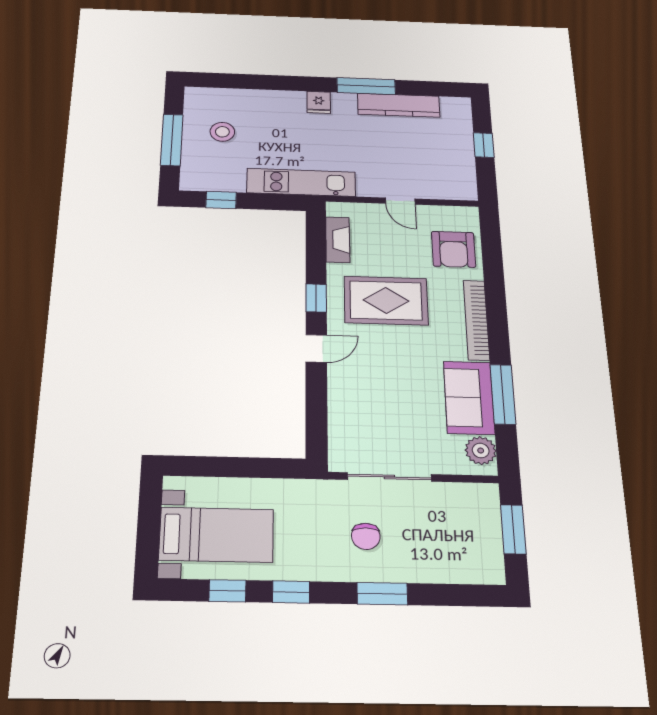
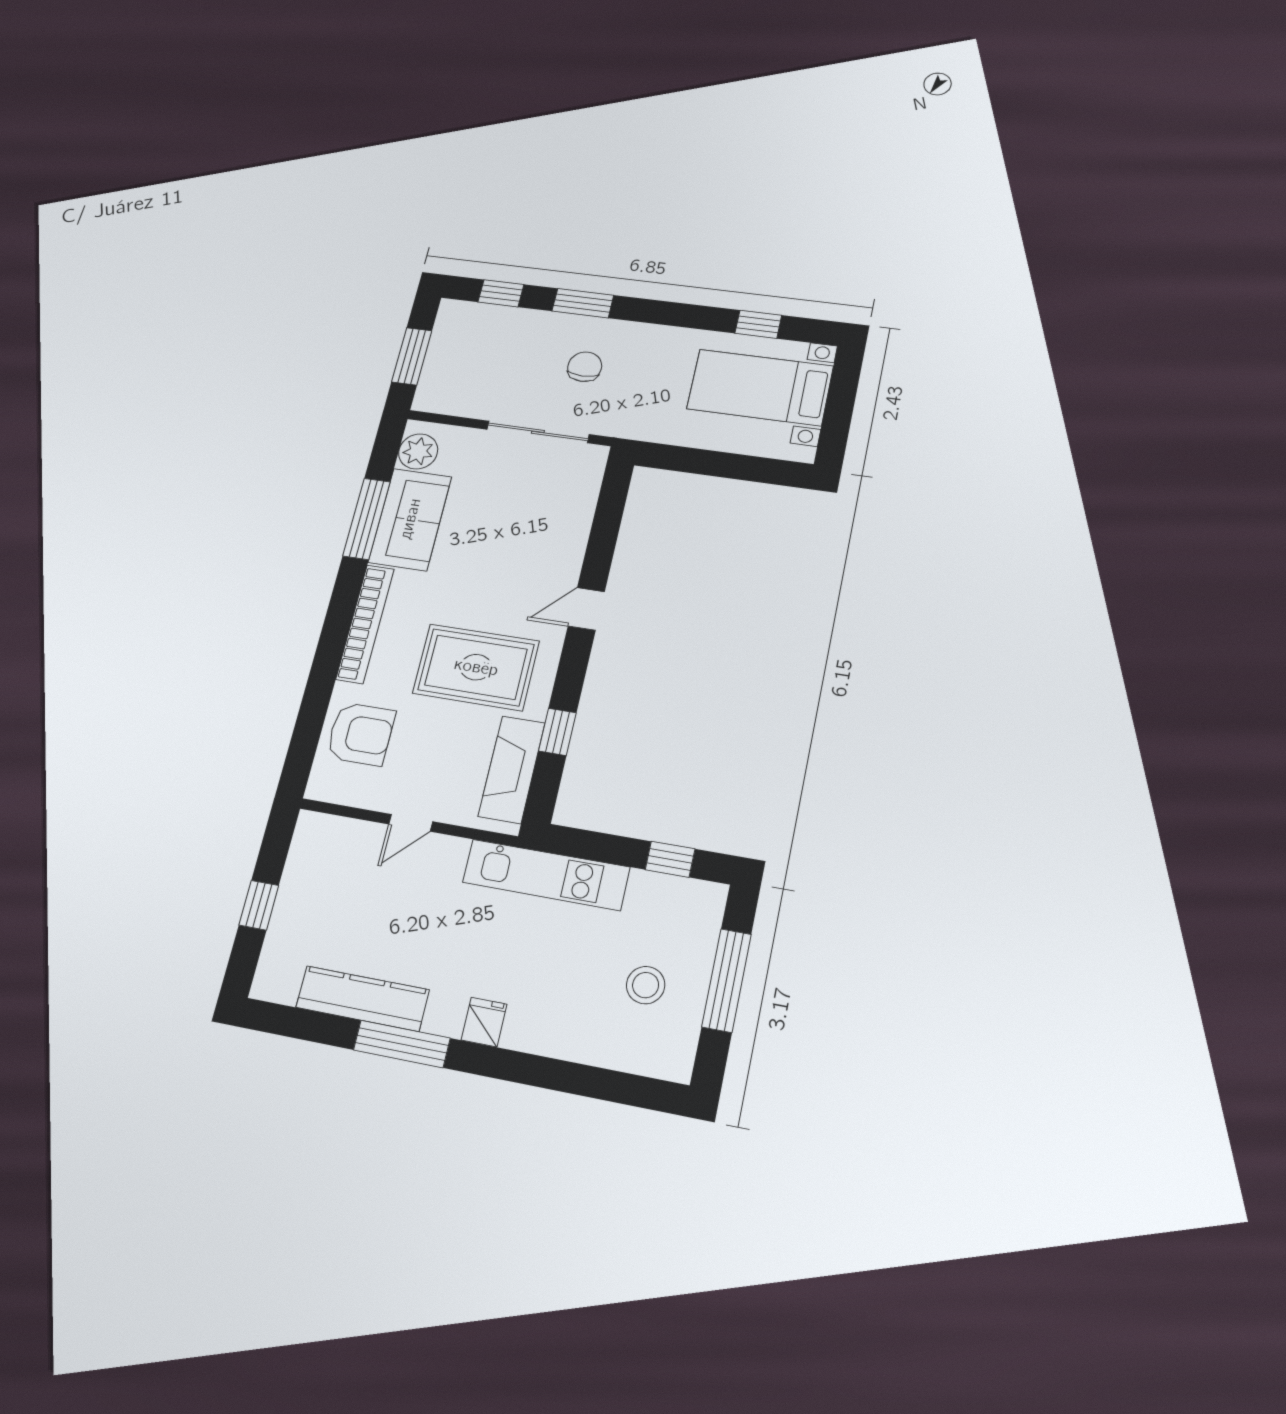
door: (400, 201) -> (411, 823), swing flipped
fireplace: (338, 240) -> (512, 769), width x1.37, depth x1.32
armchair: (453, 249) -> (361, 734), turned 90
window: (316, 298) -> (557, 732), moved
window: (291, 592) -> (501, 293), moved

